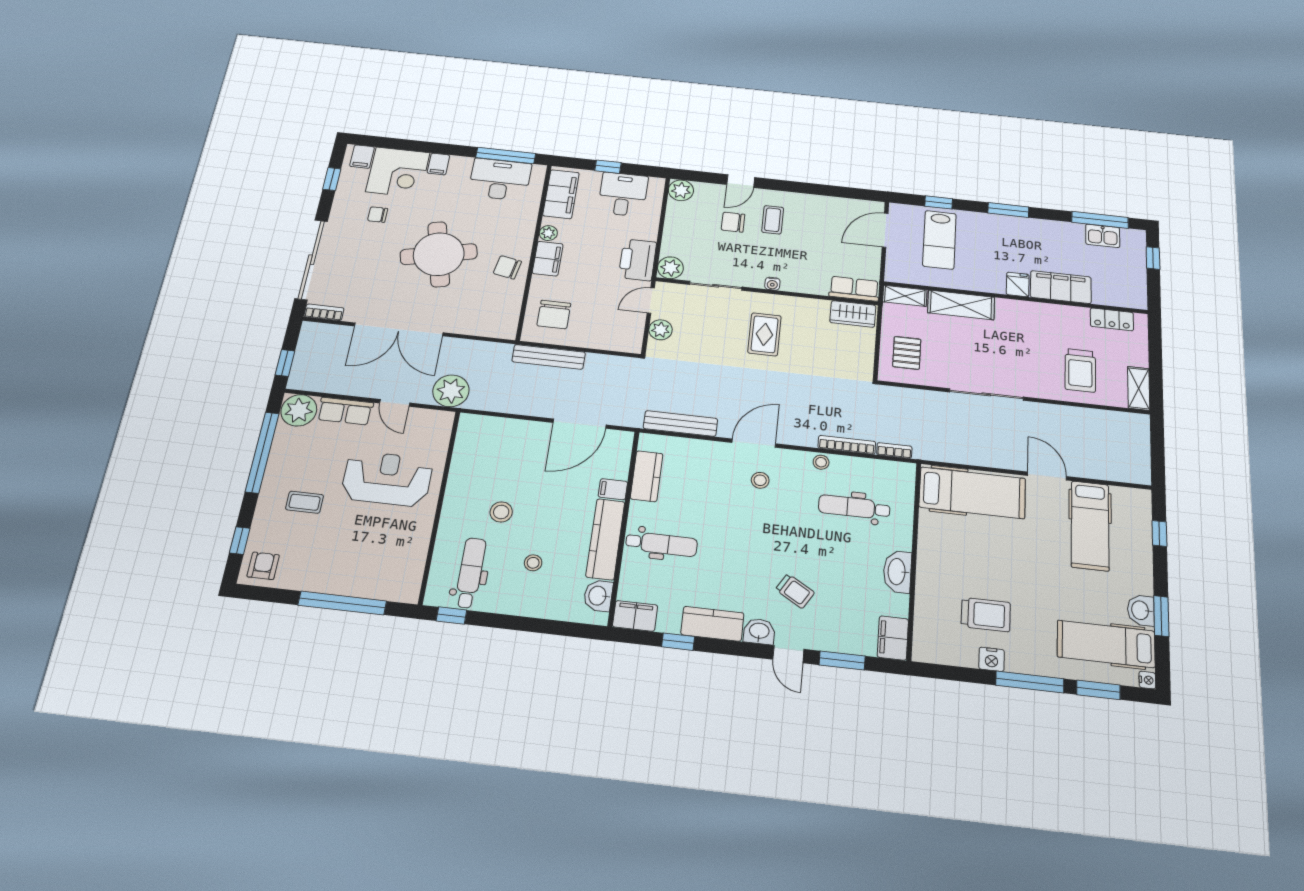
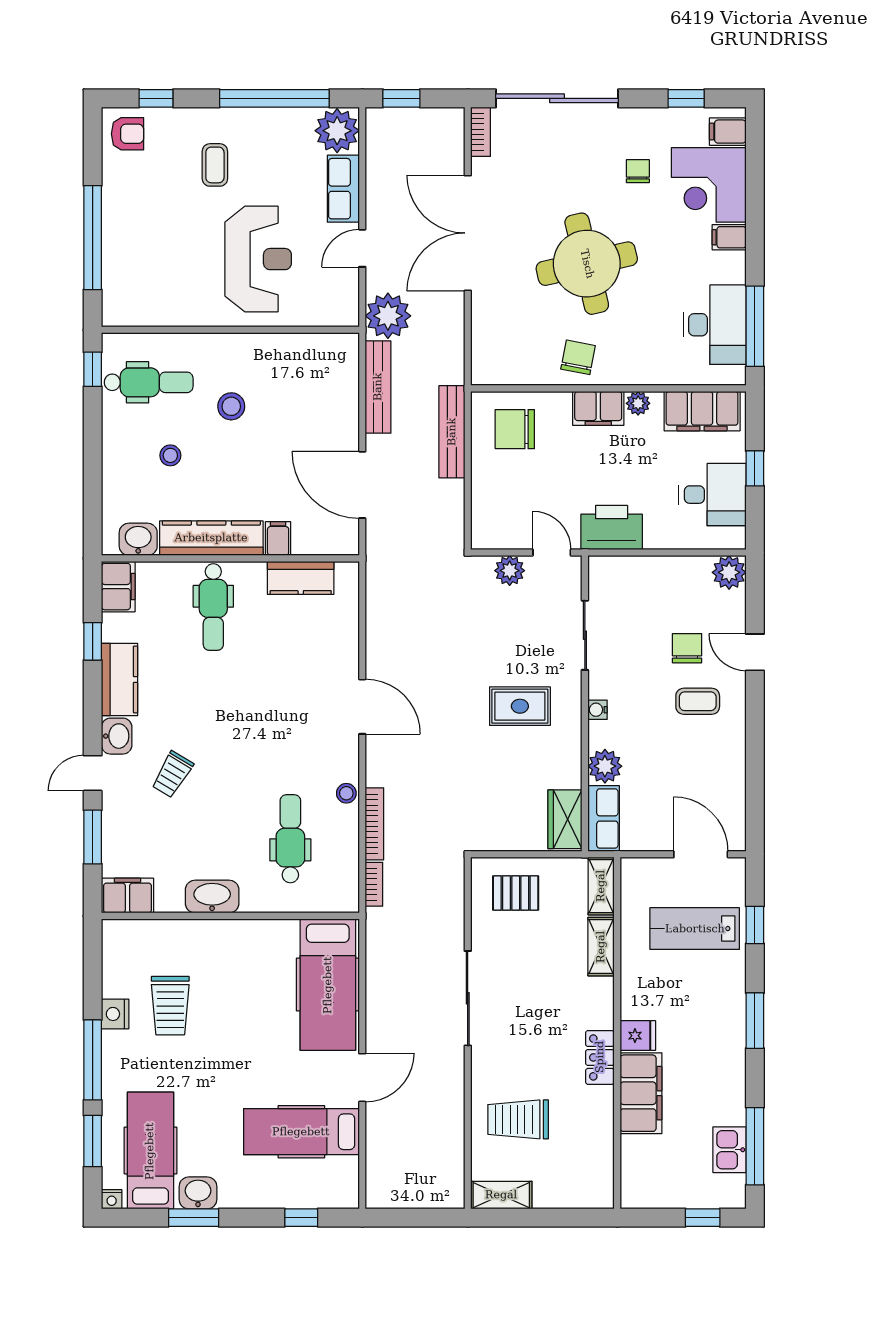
plant: (670, 268) -> (605, 766), moved
shelving: (961, 305) -> (601, 947), width x0.67, depth x0.75
locker: (1112, 319) -> (600, 1057), moved
bench: (680, 424) -> (378, 387), moved
stool: (760, 480) -> (312, 719), removed

